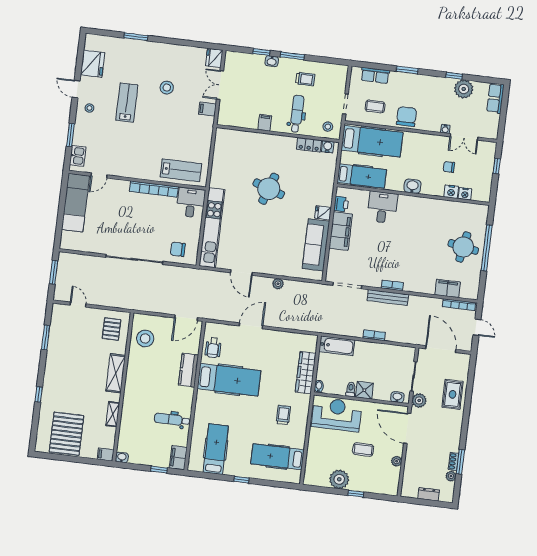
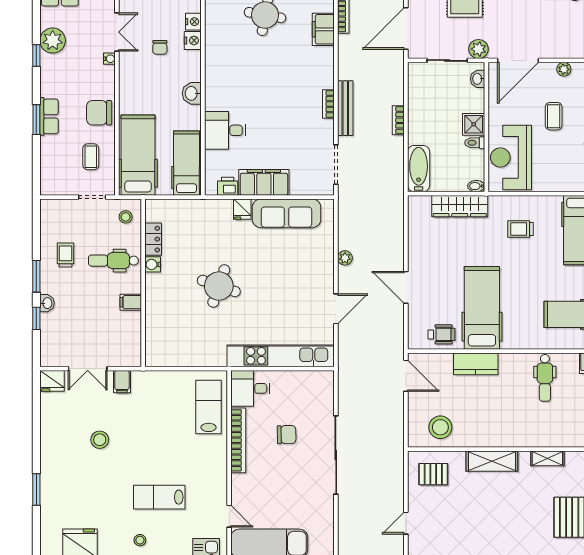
row of seats: (375, 75) -> (49, 116), moved
lab bench: (127, 103) -> (159, 497), moved
water cooler: (328, 147) -> (153, 264), moved
chair: (178, 249) -> (287, 435), moved, turned -91

